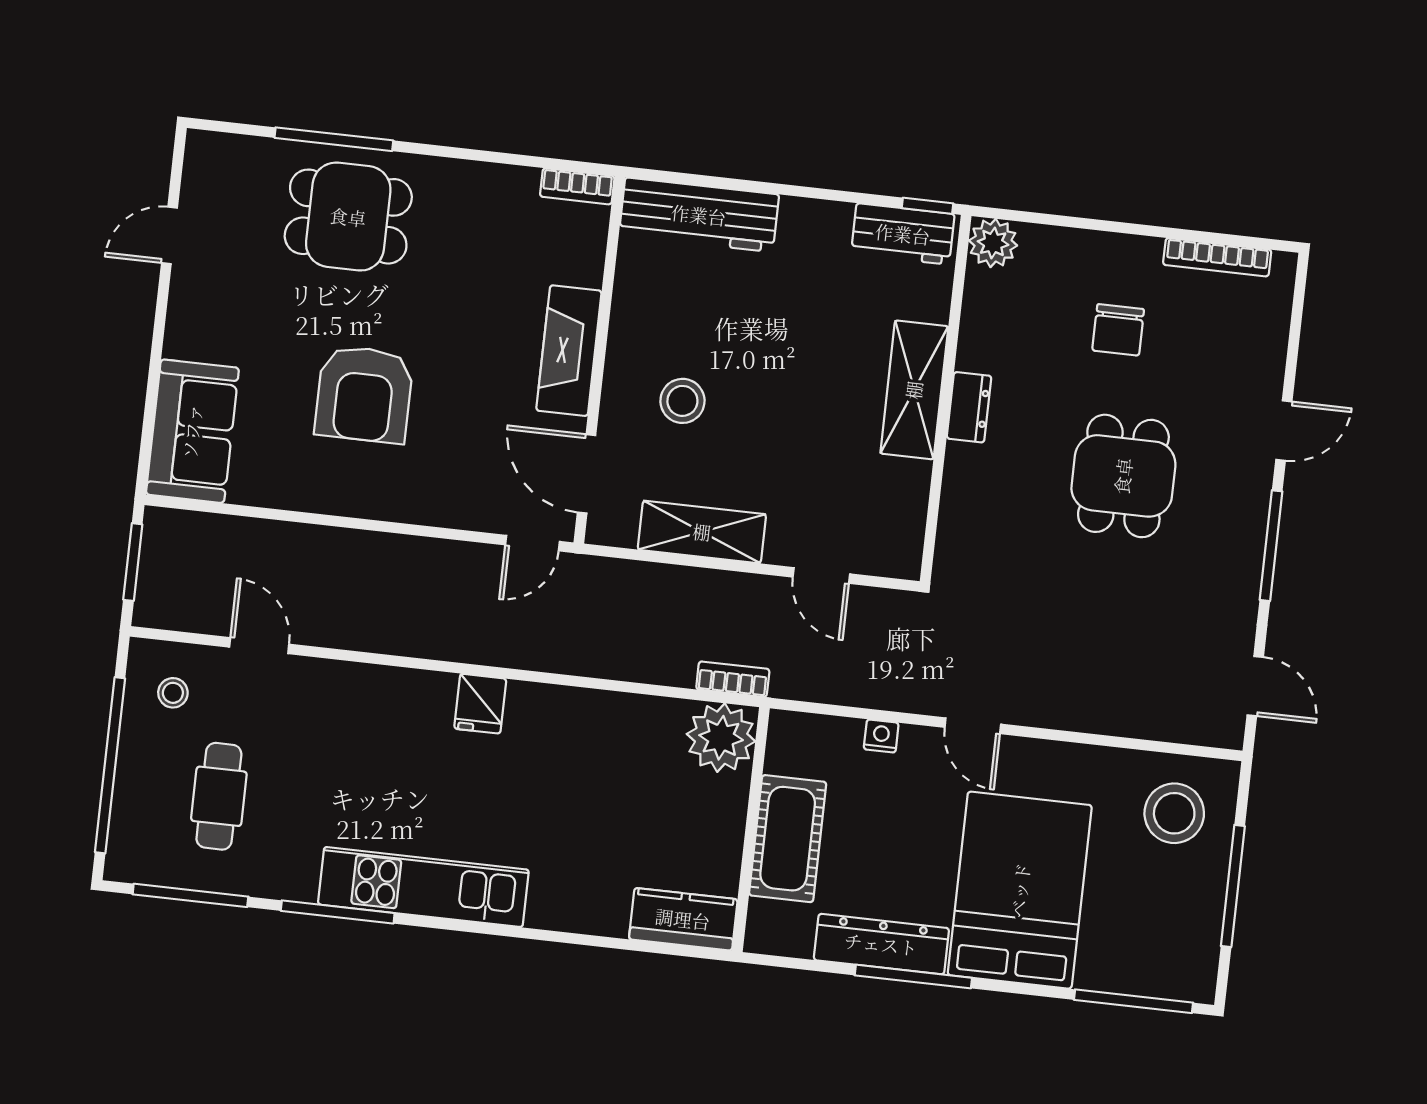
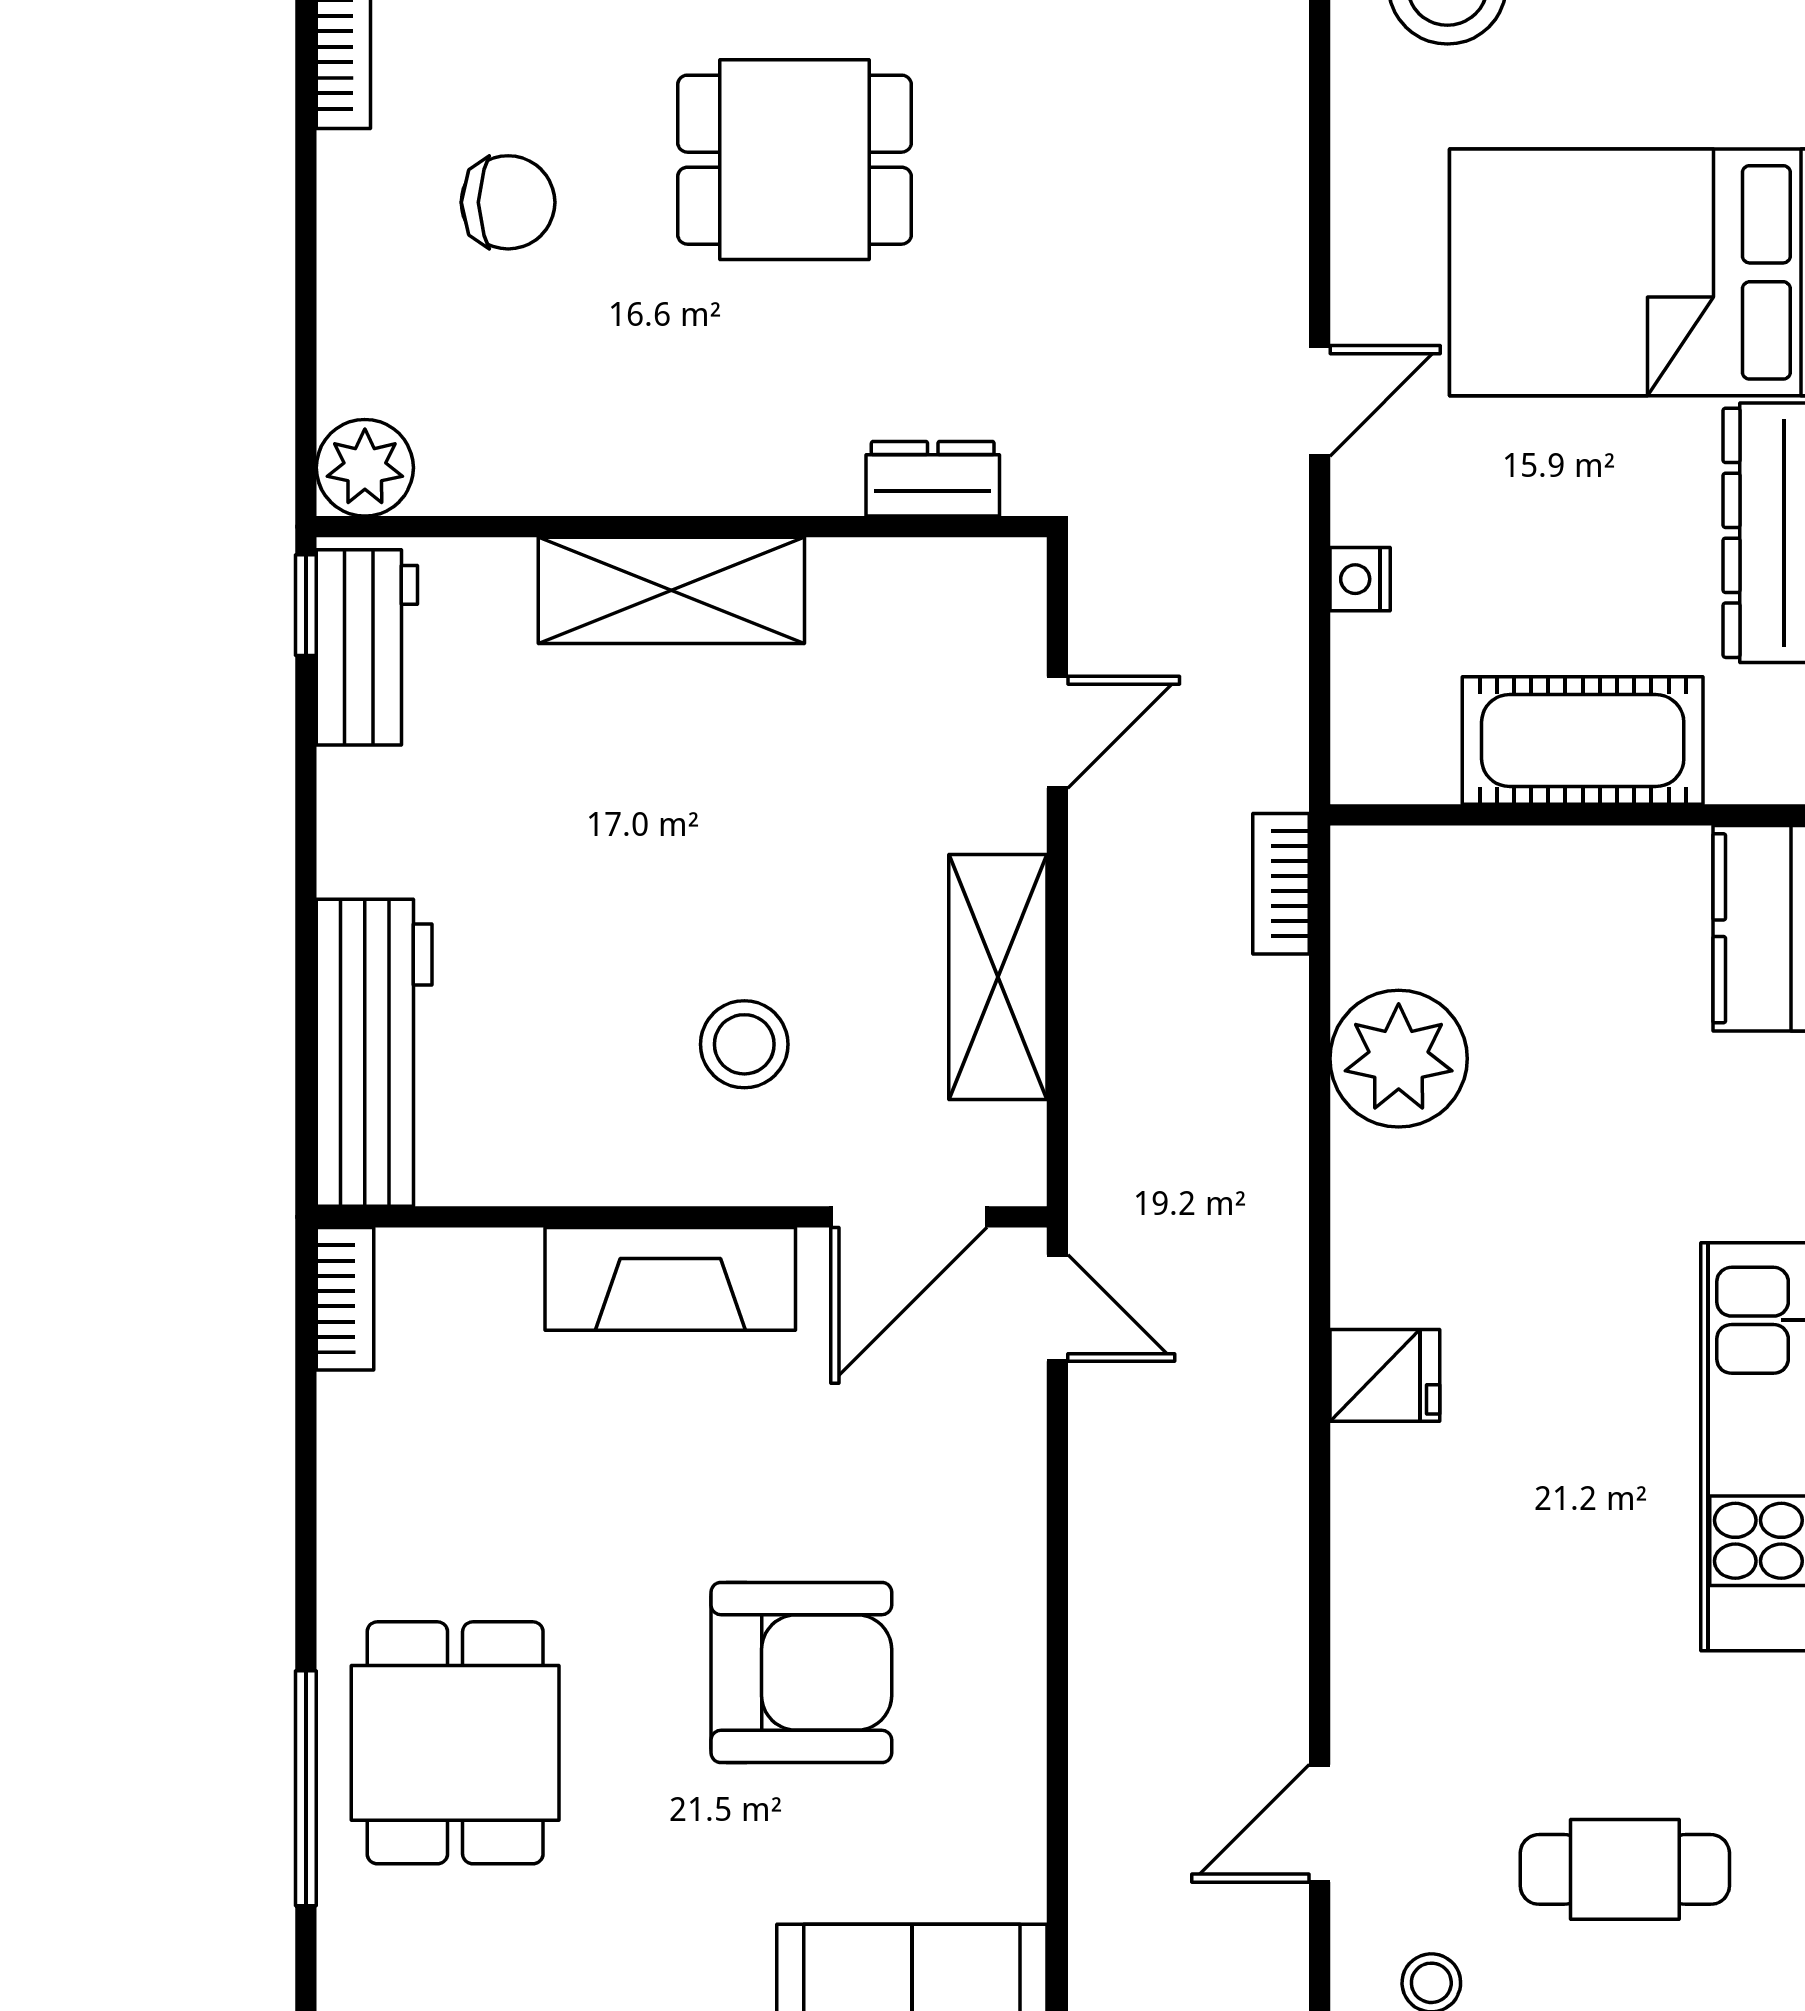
dresser: (969, 407) -> (933, 479), moved
plant: (721, 738) -> (1399, 1059), moved

